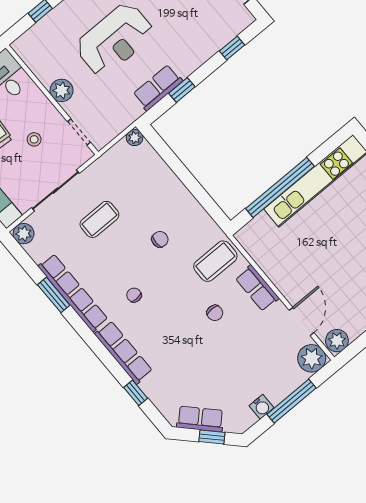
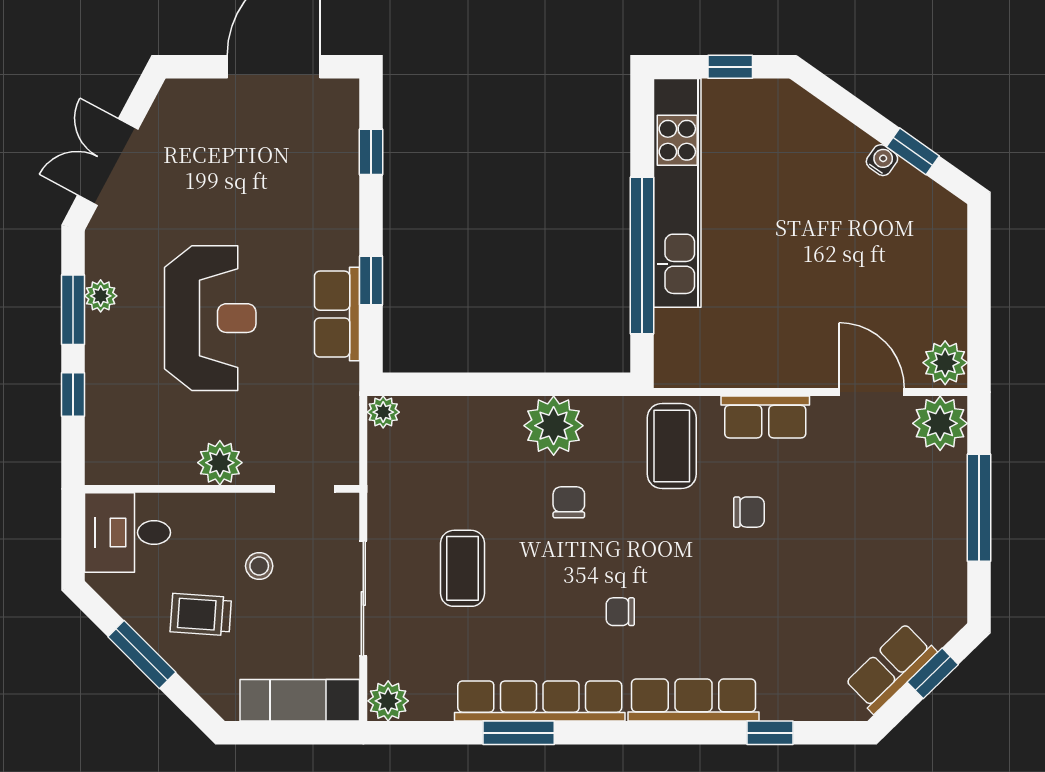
plant: (185, 208) -> (554, 426), added
water cooler: (261, 407) -> (950, 560), removed

